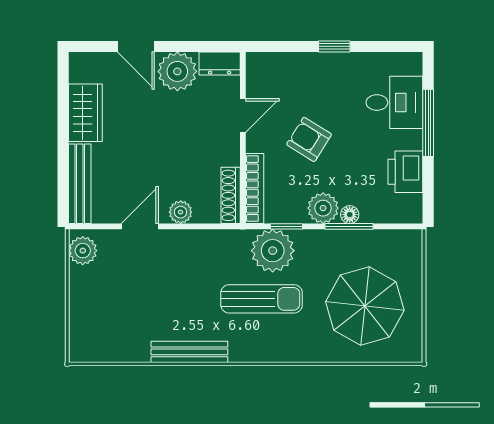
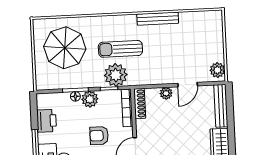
armchair: (309, 139) -> (99, 136), turned 148

